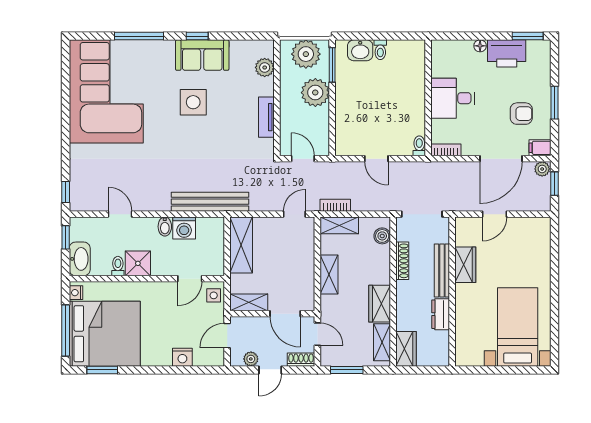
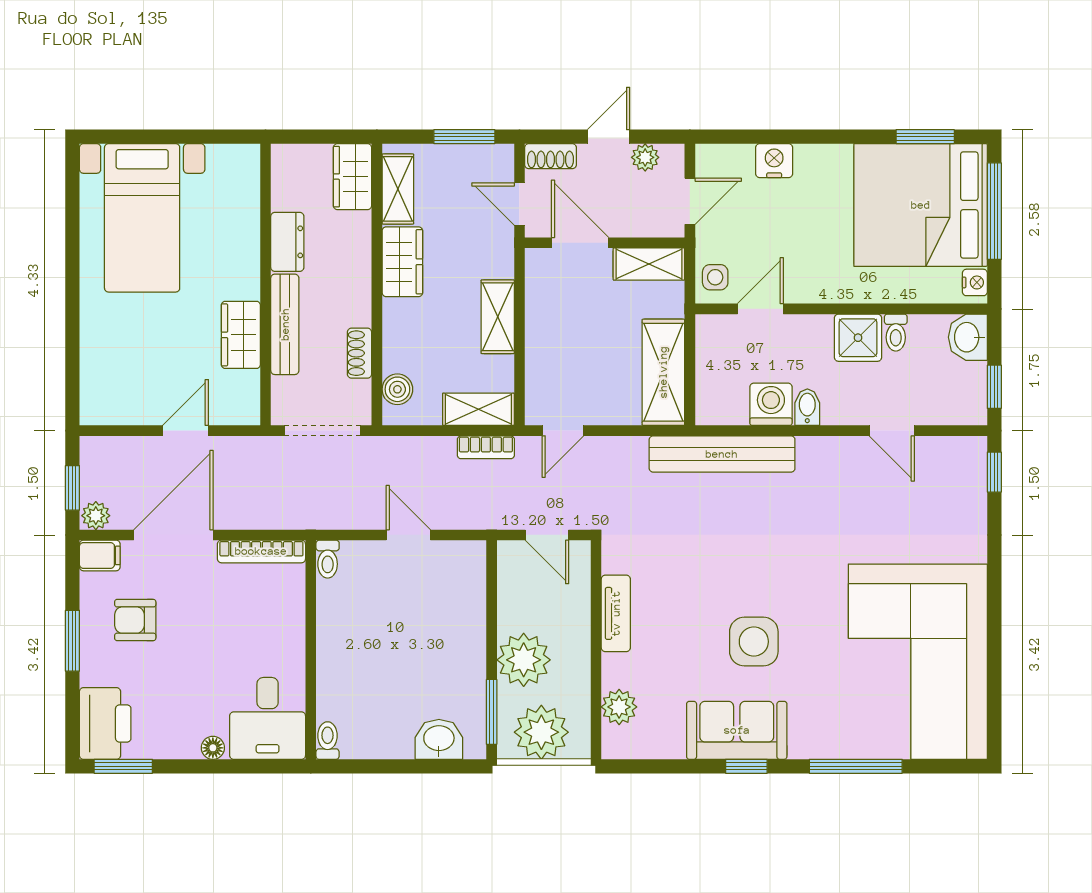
toilet: (380, 50) -> (328, 741), moved
printer: (507, 53) -> (105, 723), moved, turned 90
desk: (453, 98) -> (268, 718), moved, turned 90
bookcase: (446, 150) -> (261, 551), width x1.56
washbasin: (80, 259) -> (968, 337), width x0.72
shoe rack: (402, 261) -> (360, 353), width x0.70

